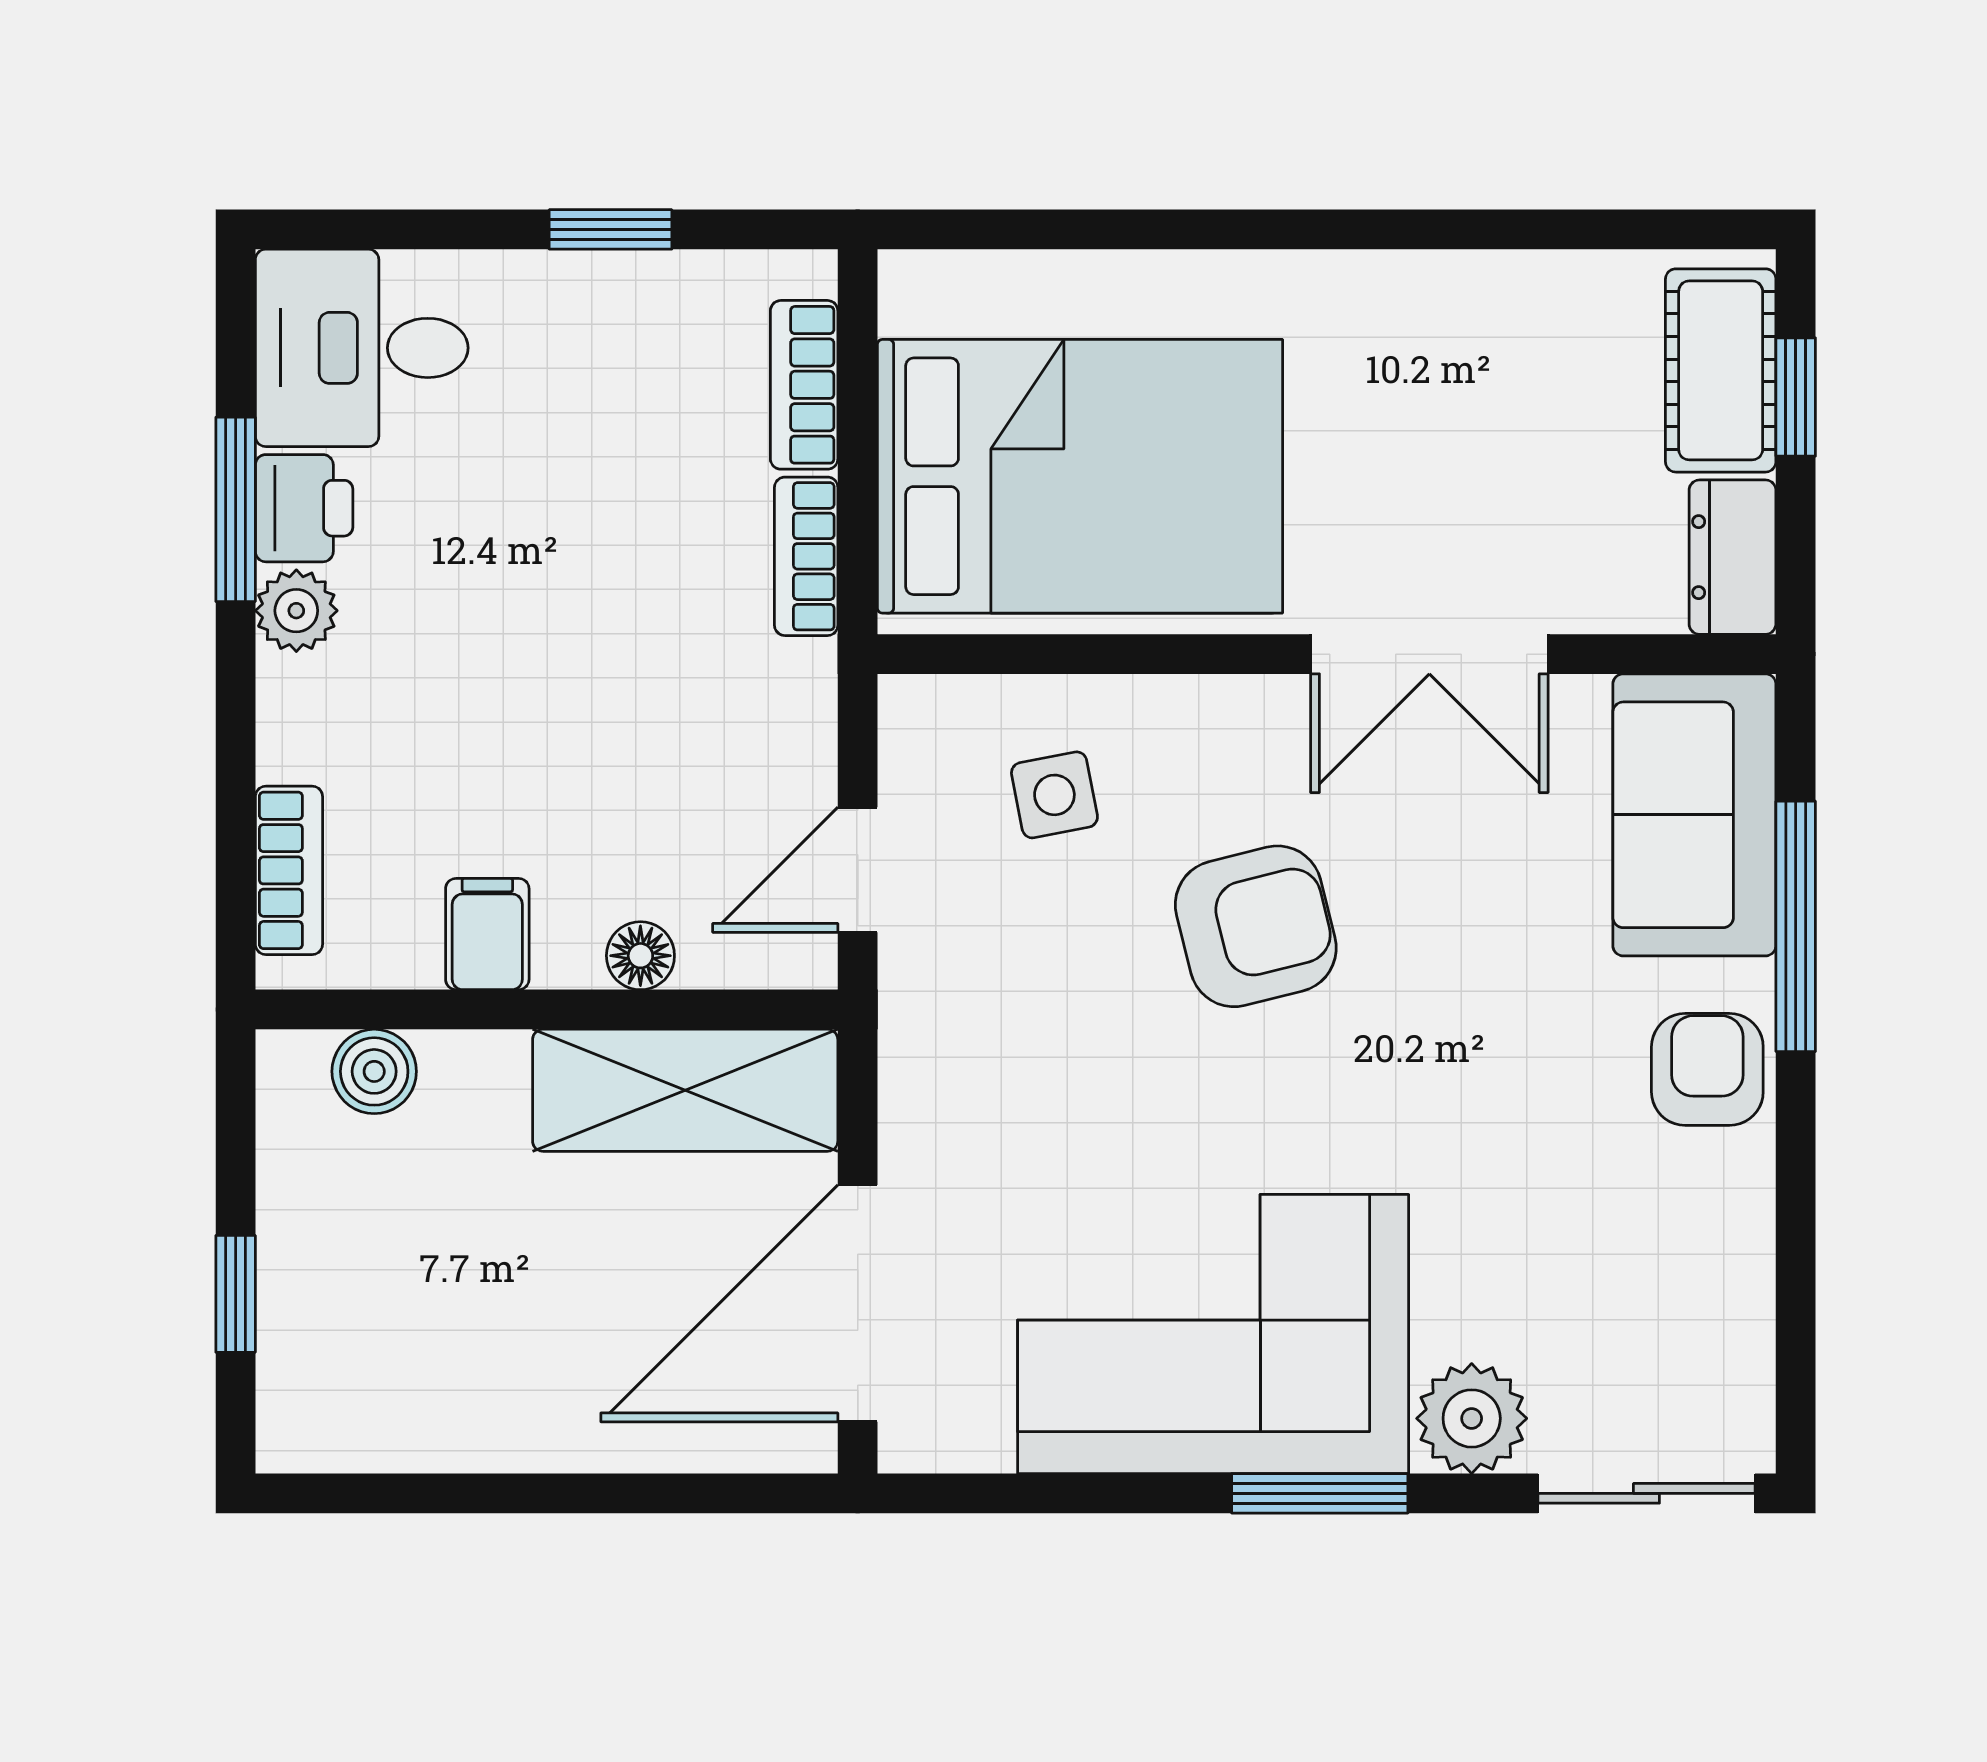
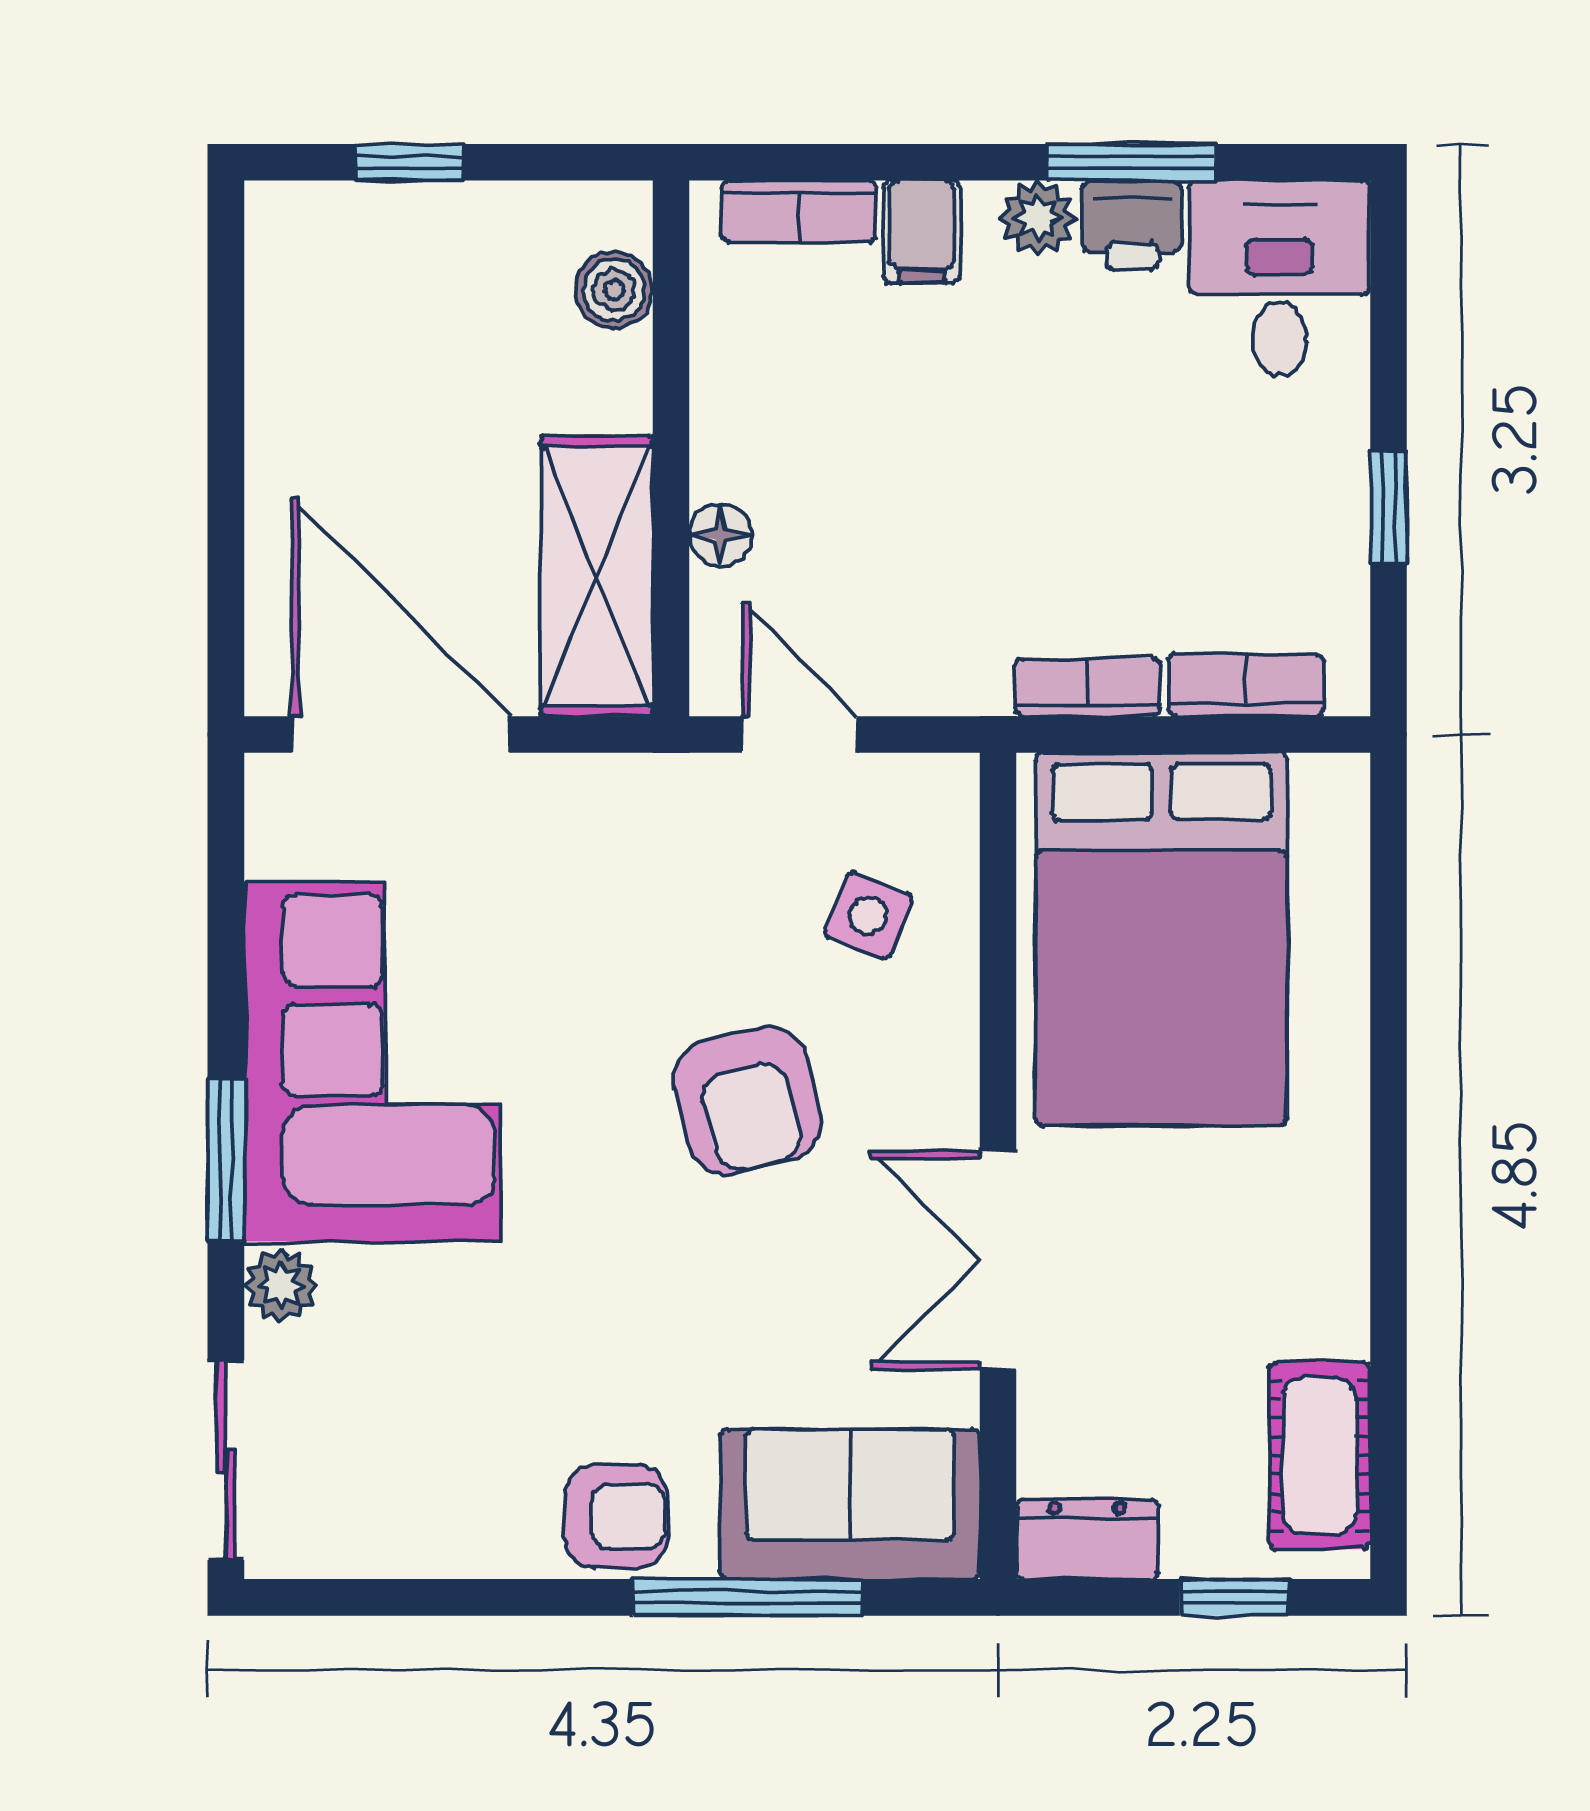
cot: (1721, 370) -> (1319, 1456), moved, turned 90
side table: (1054, 795) -> (868, 916), turned 32
filing cabinet: (487, 934) -> (922, 232), moved, turned 90
plant: (1472, 1418) -> (281, 1286), width x0.73, depth x0.73

